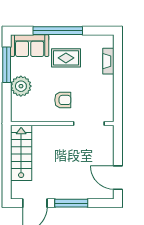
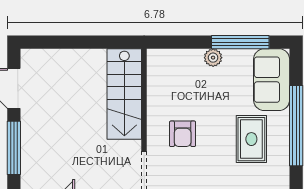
plant: (21, 86) -> (213, 58), width x0.53, depth x0.53
stairs: (21, 153) -> (124, 94), moved, turned 90

